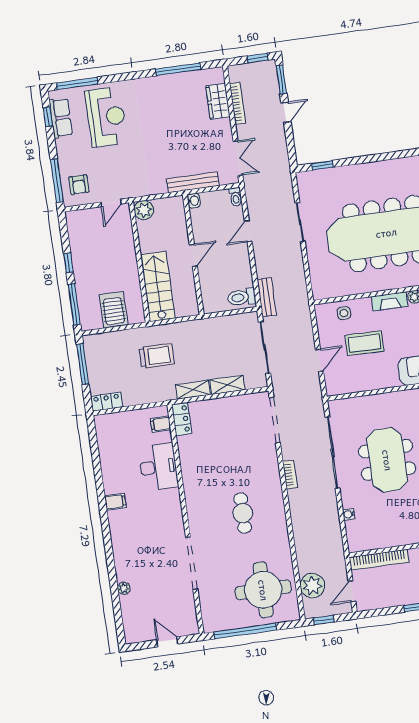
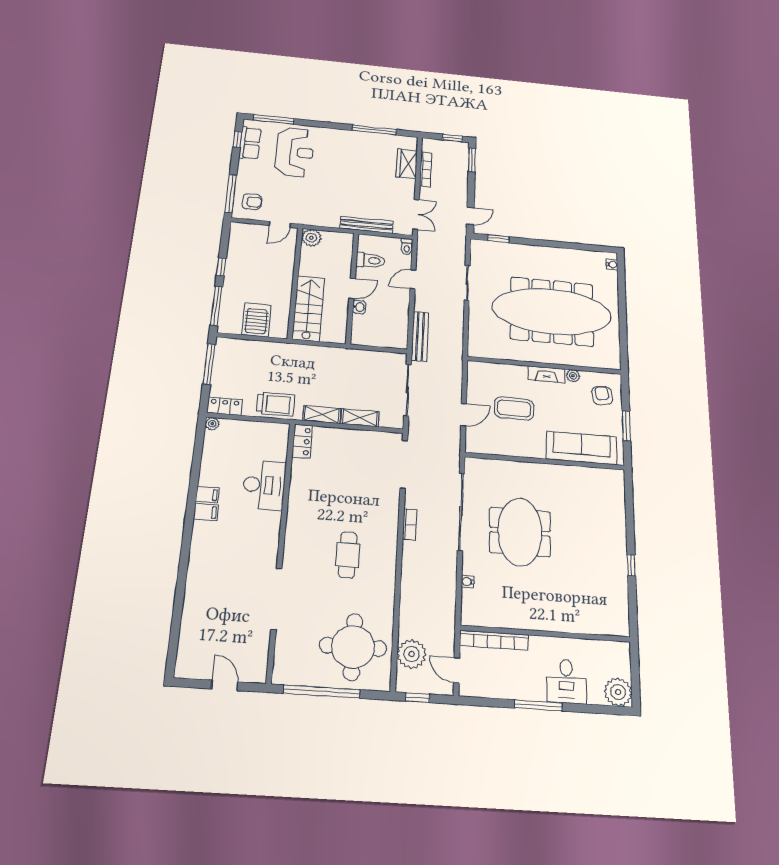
door: (286, 112) -> (470, 216), moved
armchair: (79, 185) -> (252, 202), turned -90
washbasin: (194, 201) -> (359, 307), moved
toilet: (242, 297) -> (370, 260), moved, turned 180
bench: (267, 297) -> (420, 336), width x1.36
side table: (344, 313) -> (497, 375), removed
trolley: (157, 356) -> (276, 404), moved
filing cabinet: (161, 424) -> (207, 495), moved, turned 180
plant: (124, 588) -> (212, 424), moved
door: (352, 591) -> (457, 670), hinge flipped

